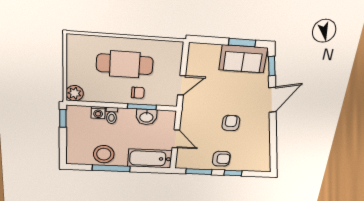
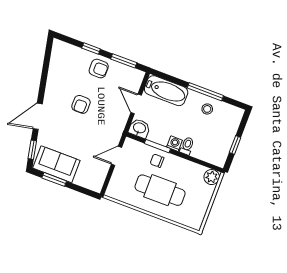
washing machine: (98, 113) -> (175, 144), moved
washbasin: (146, 117) -> (139, 128), moved
window: (63, 118) -> (235, 145), moved
stool: (104, 154) -> (207, 109), width x0.53, depth x0.53
armchair: (221, 159) -> (99, 69), turned 180

